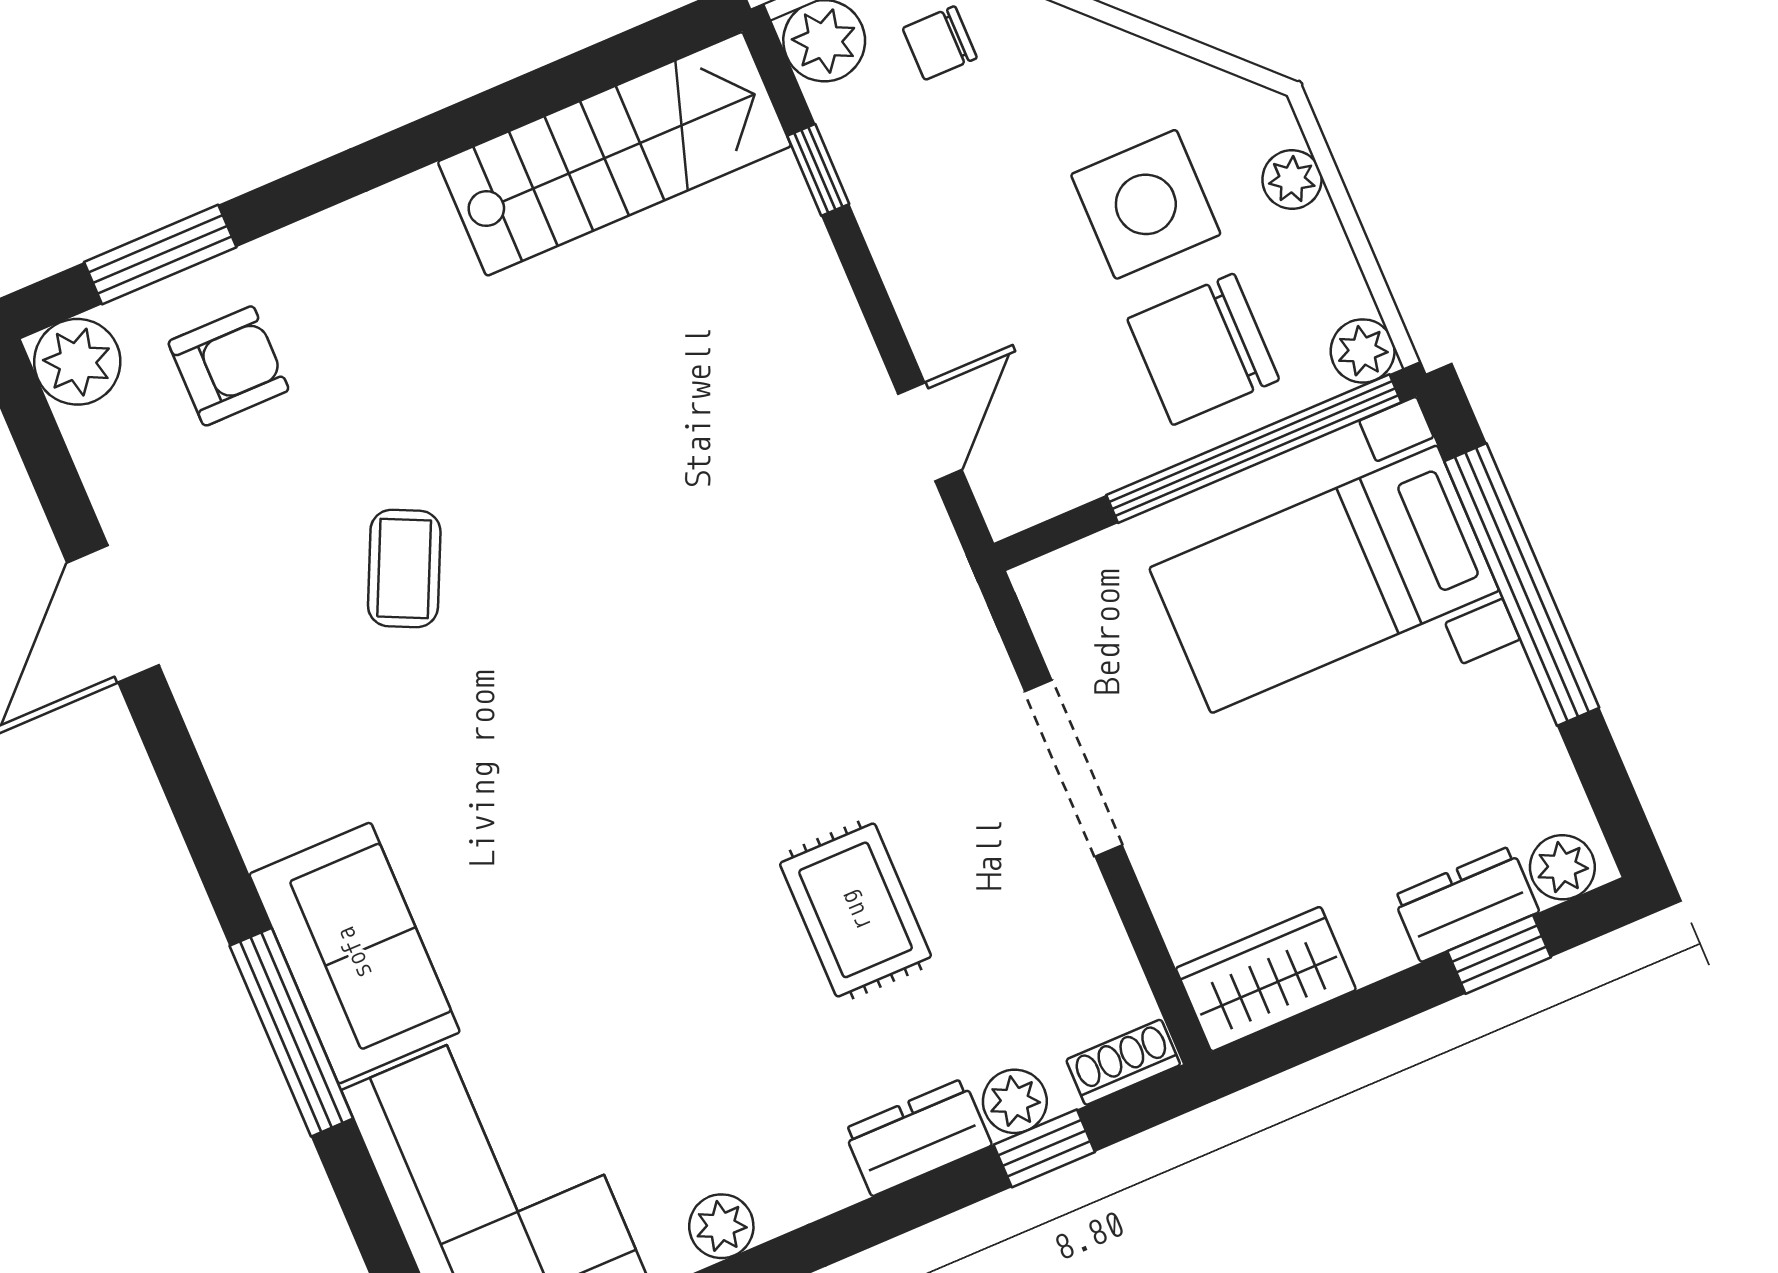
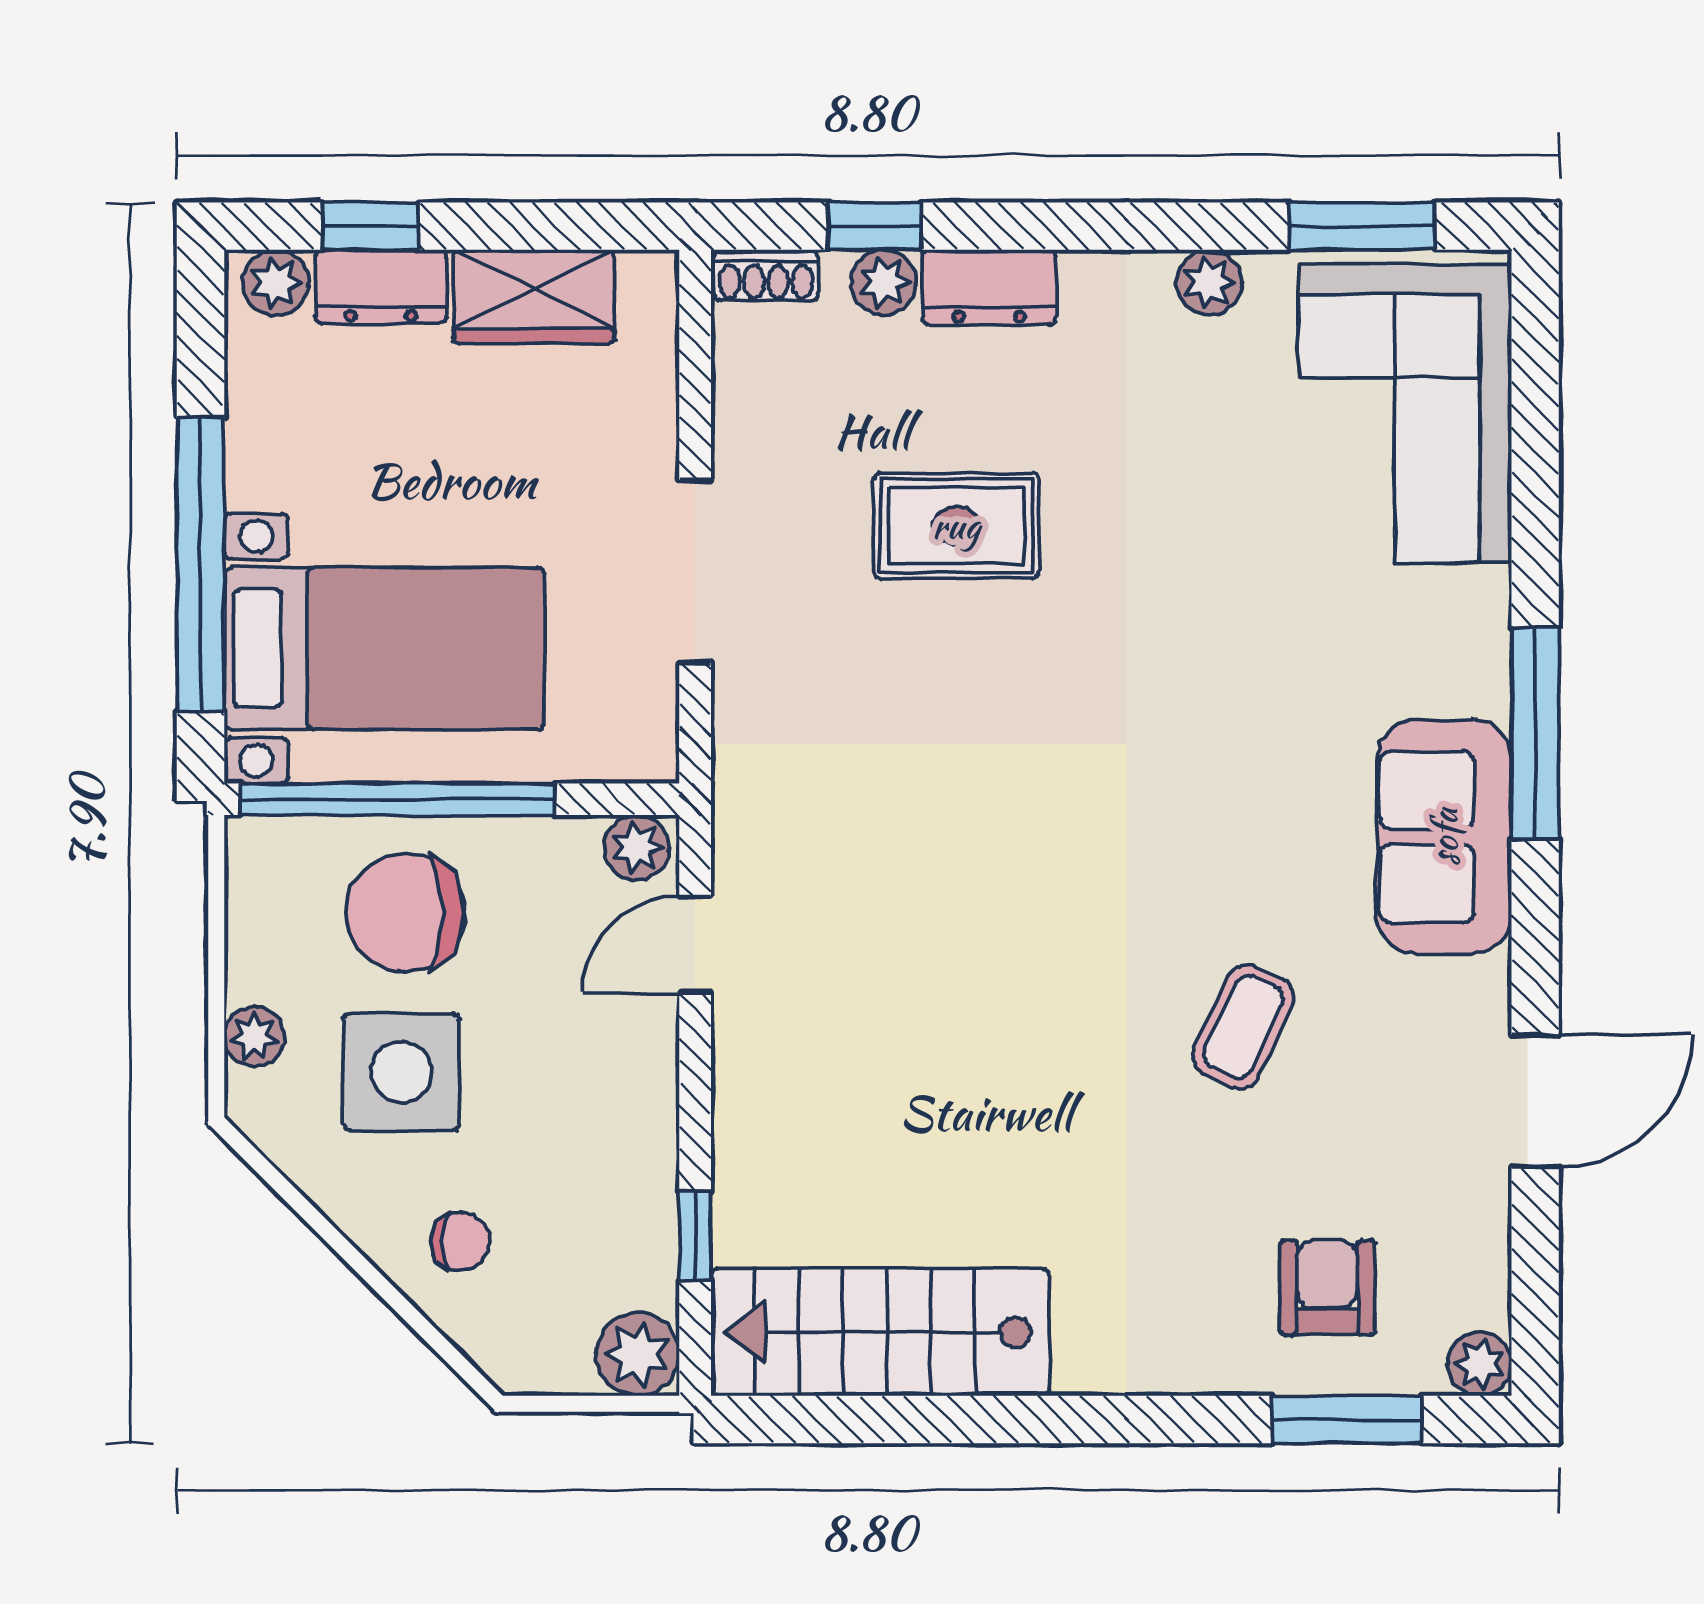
chair: (940, 43) -> (460, 1241), moved
chair: (1203, 349) -> (406, 913), turned 180
plant: (1363, 351) -> (637, 847), moved
plant: (77, 362) -> (1480, 1364), width x0.73, depth x0.73
armchair: (228, 366) -> (1327, 1288), turned 90
rug: (856, 910) -> (956, 526), turned 90
sofa: (355, 953) -> (1444, 837), moved
wardrobe: (1266, 979) -> (534, 296), moved
window: (291, 1032) -> (1535, 734), moved

